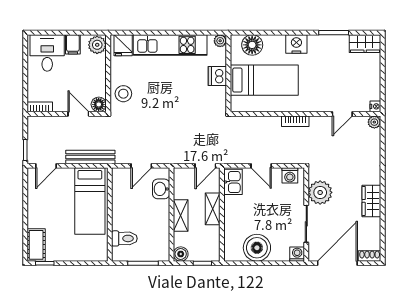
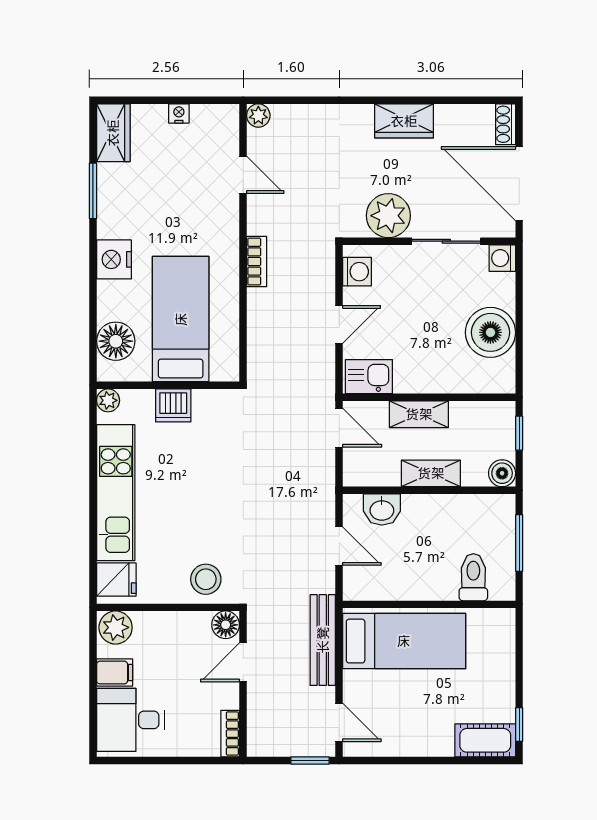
nightstand: (375, 106) -> (179, 113), moved

